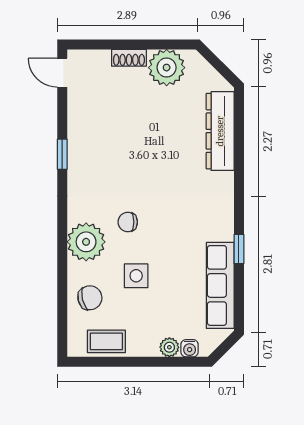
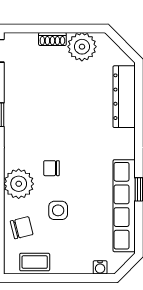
row of seats: (220, 285) -> (124, 206), width x1.36
plant: (169, 347) -> (84, 267), removed

